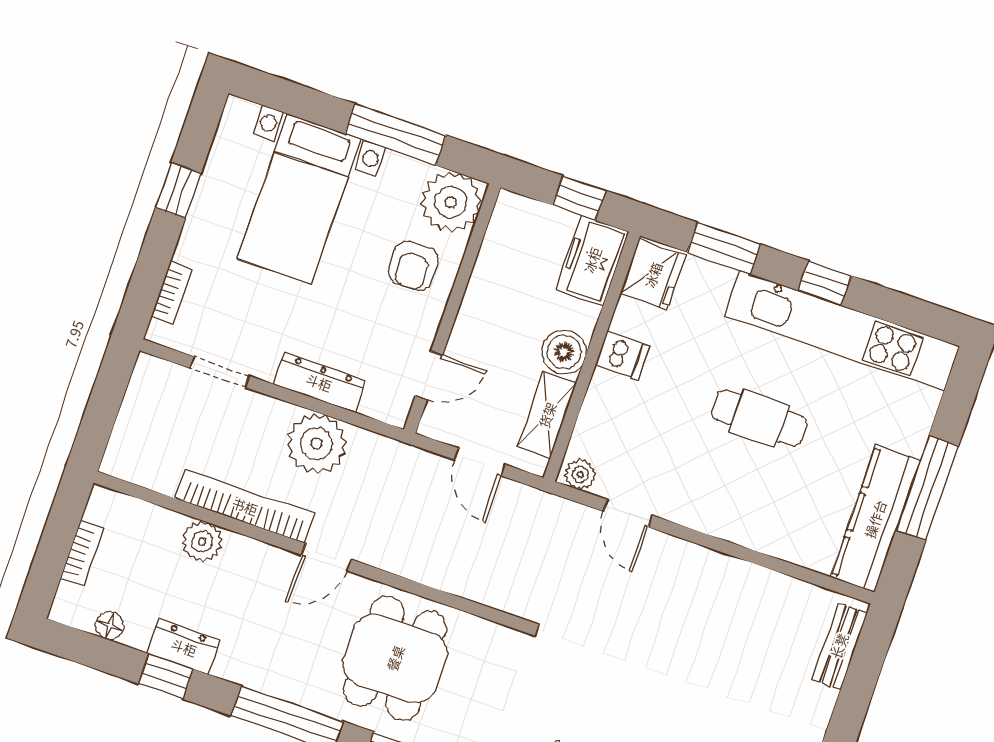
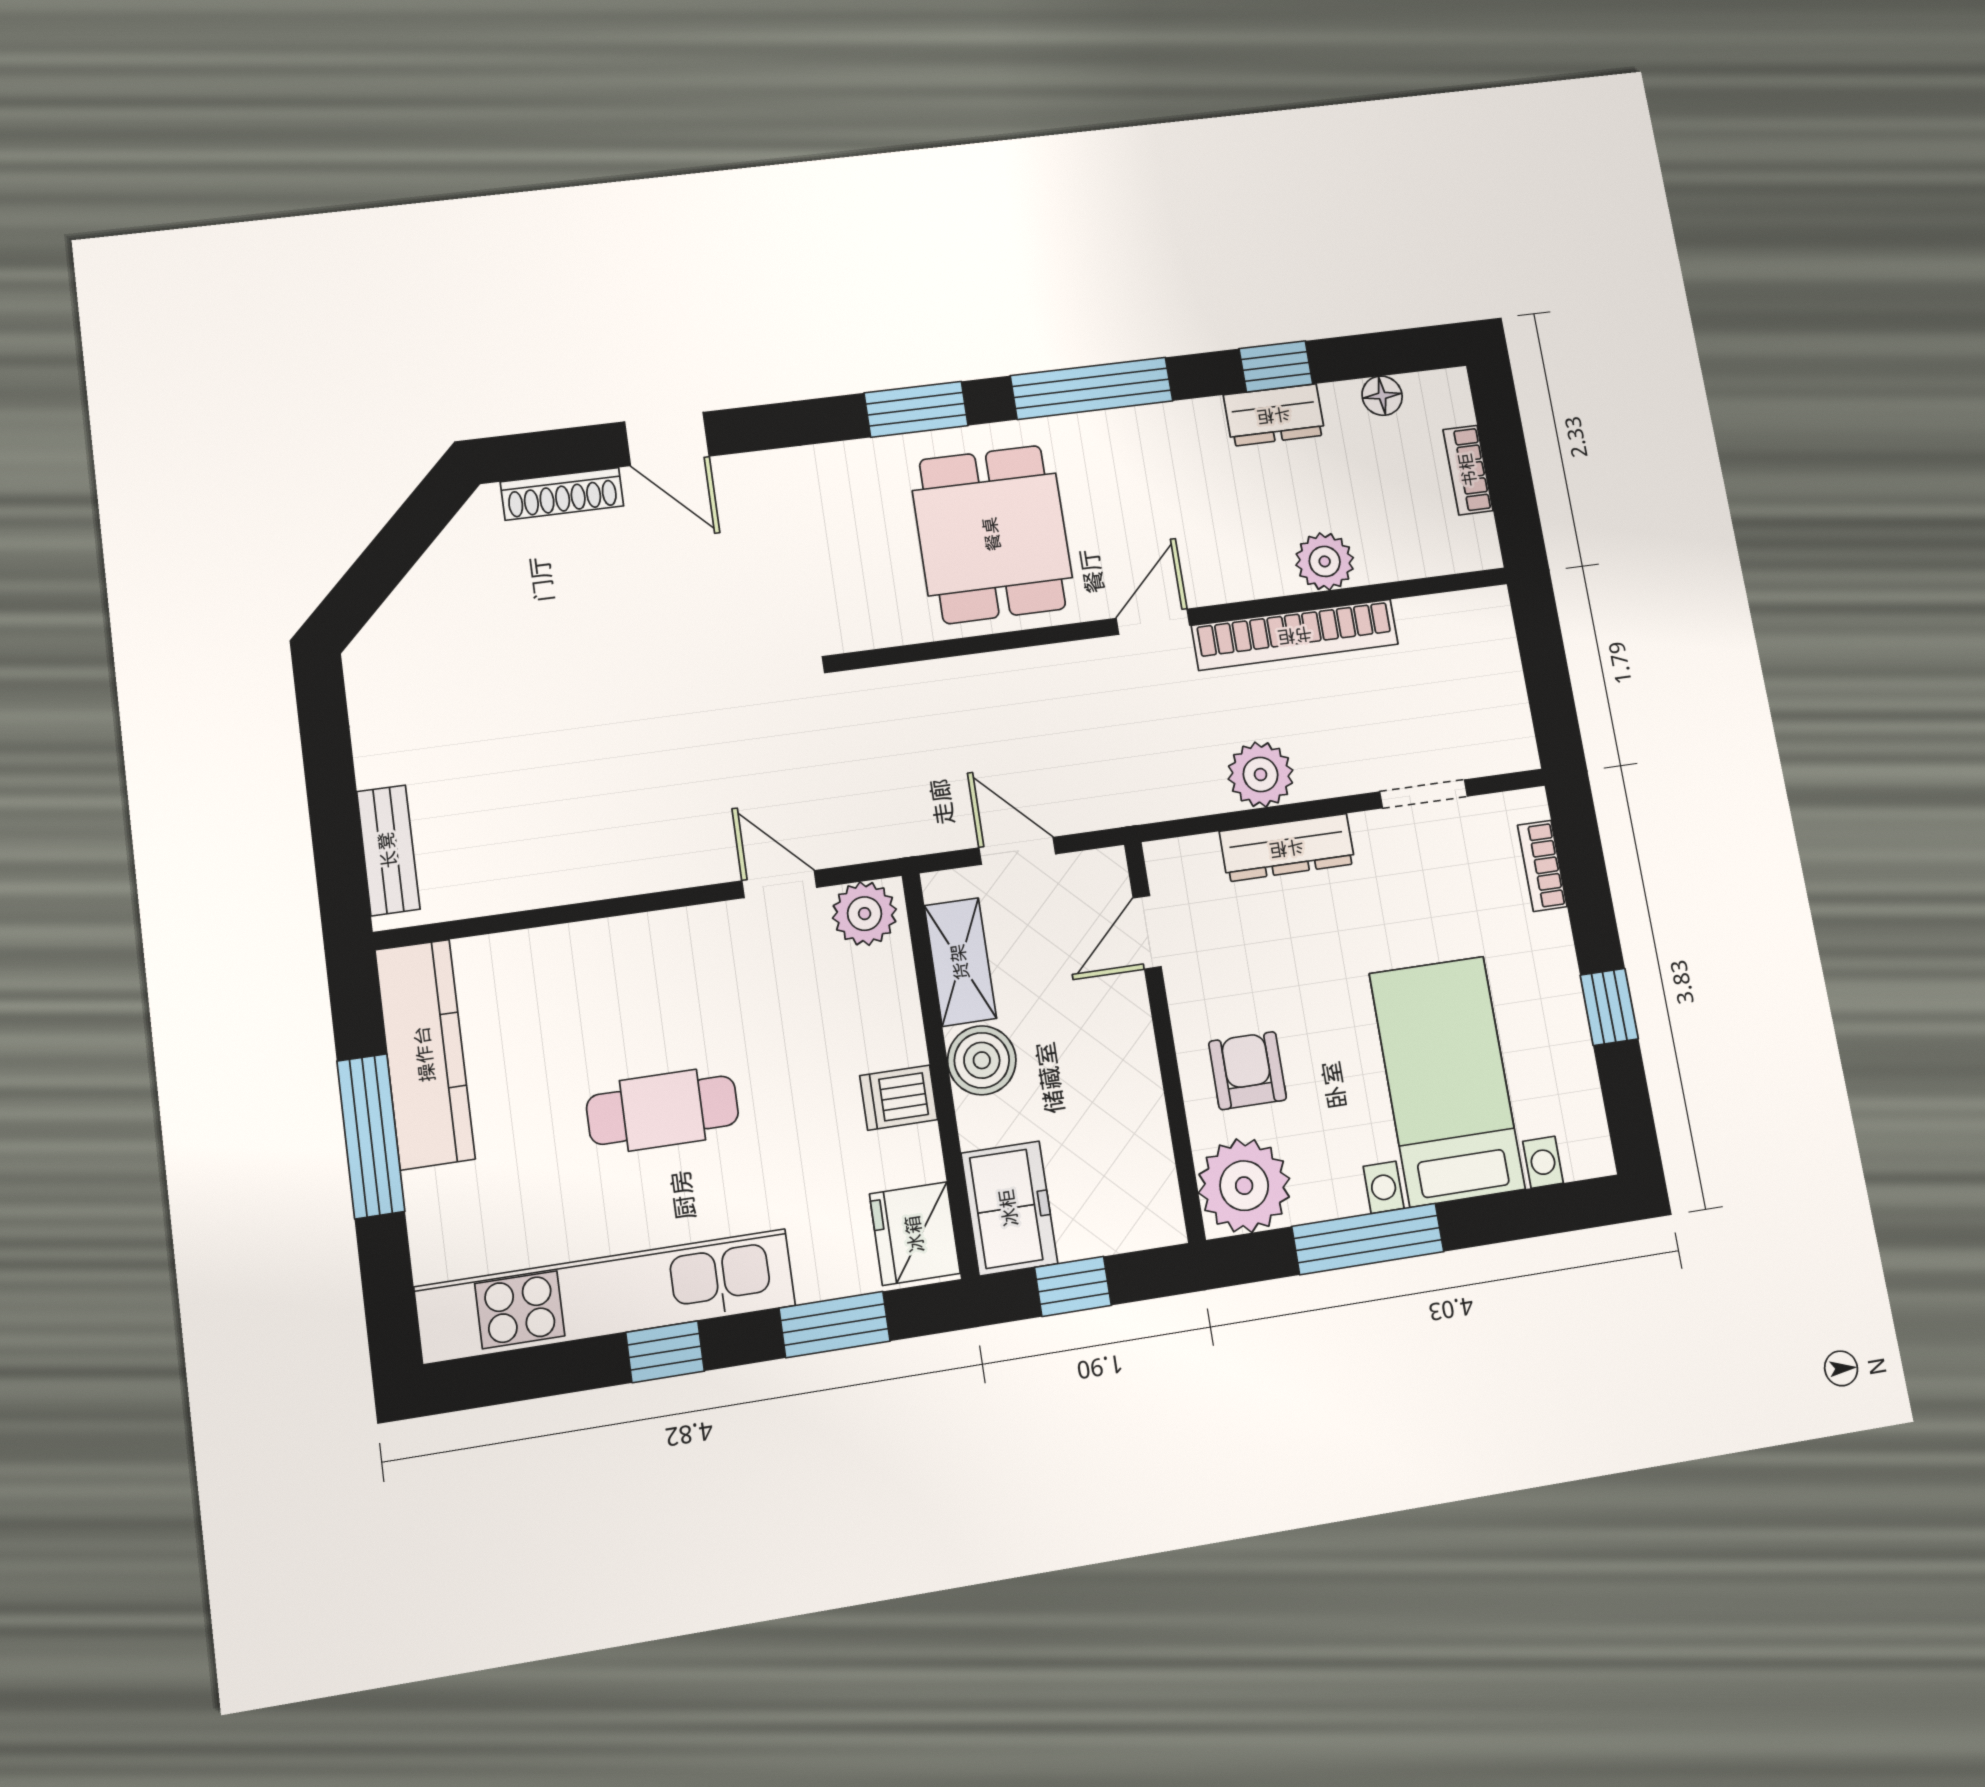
plant: (317, 444) -> (1261, 775), width x0.73, depth x0.73
plant: (580, 475) -> (865, 914), width x1.38, depth x1.38

